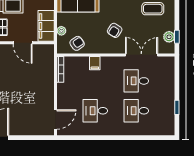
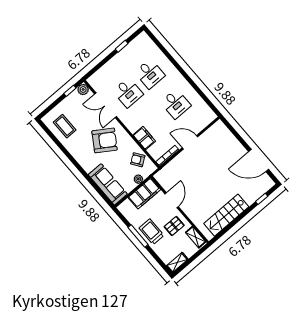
armchair: (115, 30) -> (105, 140), width x1.88, depth x1.88
plant: (169, 37) -> (83, 89), moved
filing cabinet: (95, 63) -> (144, 138), width x2.00
door: (56, 119) -> (190, 142), moved

